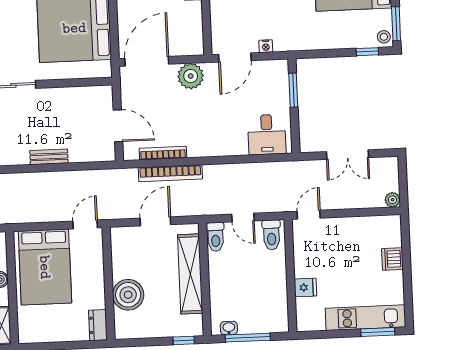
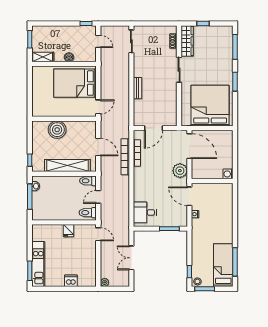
door: (85, 224) -> (98, 107), hinge flipped
fridge: (305, 287) -> (68, 231), moved
dresser: (98, 325) -> (41, 112), removed

